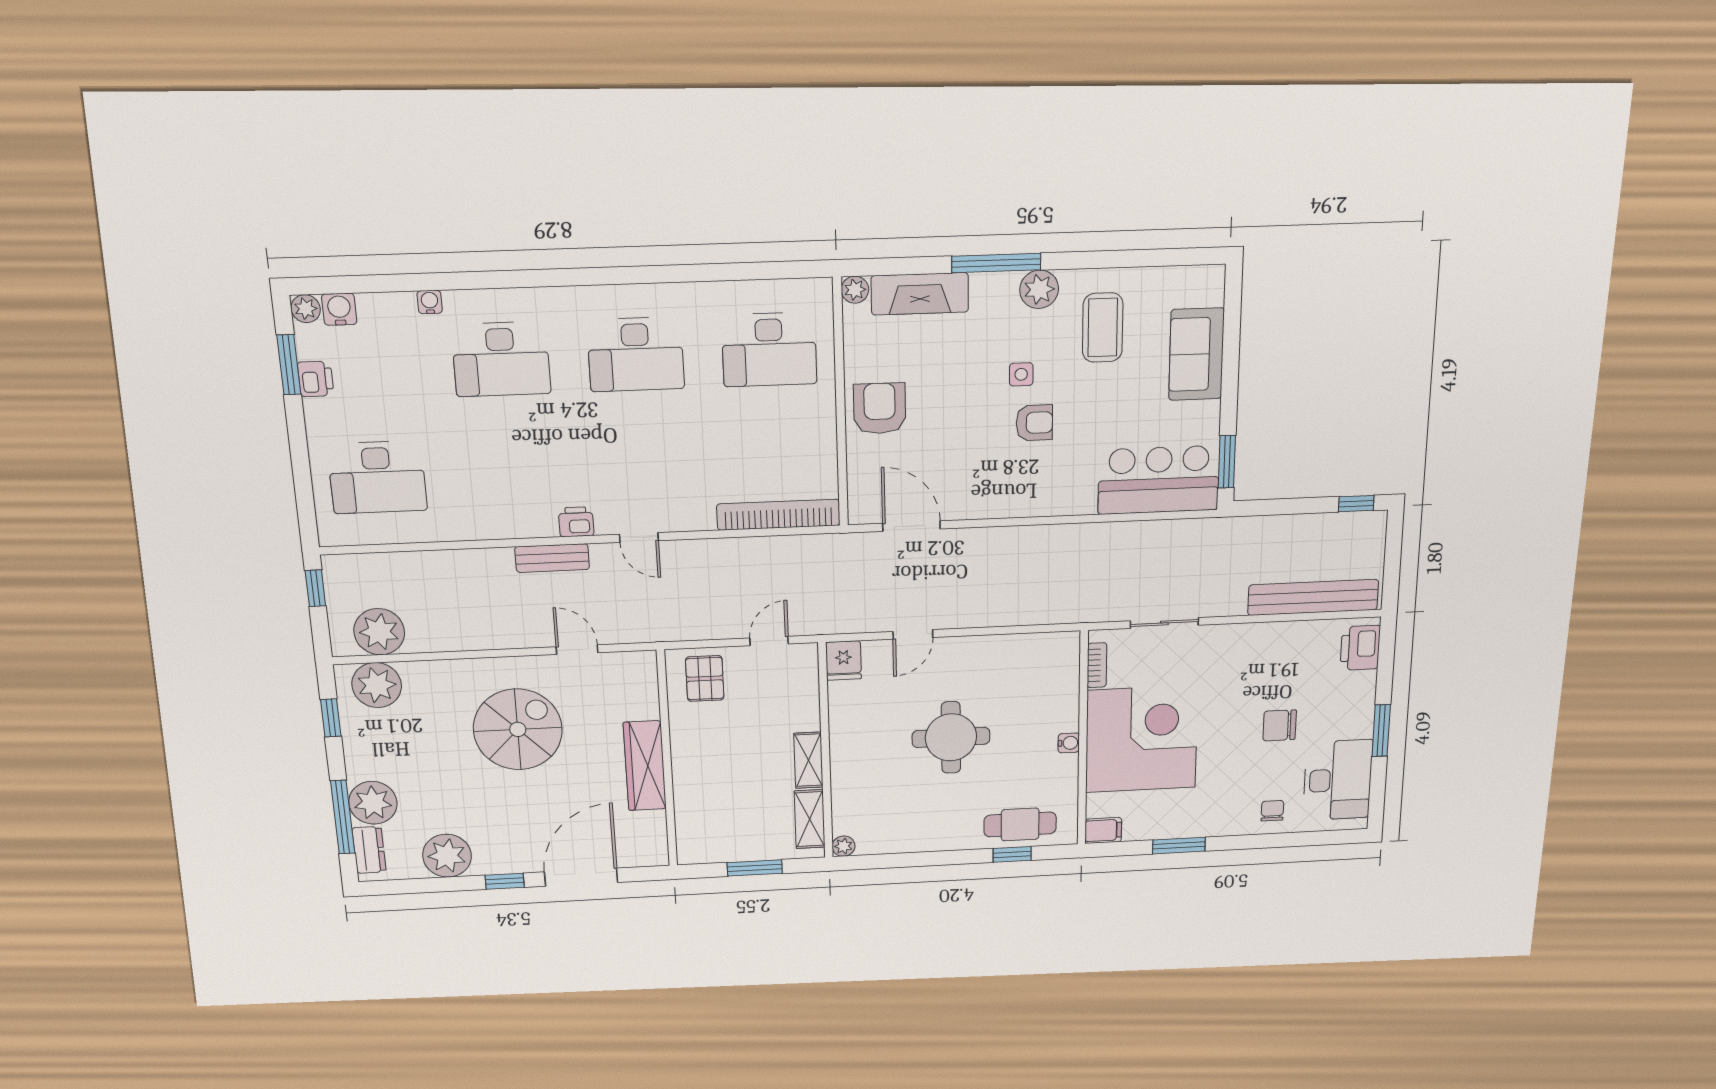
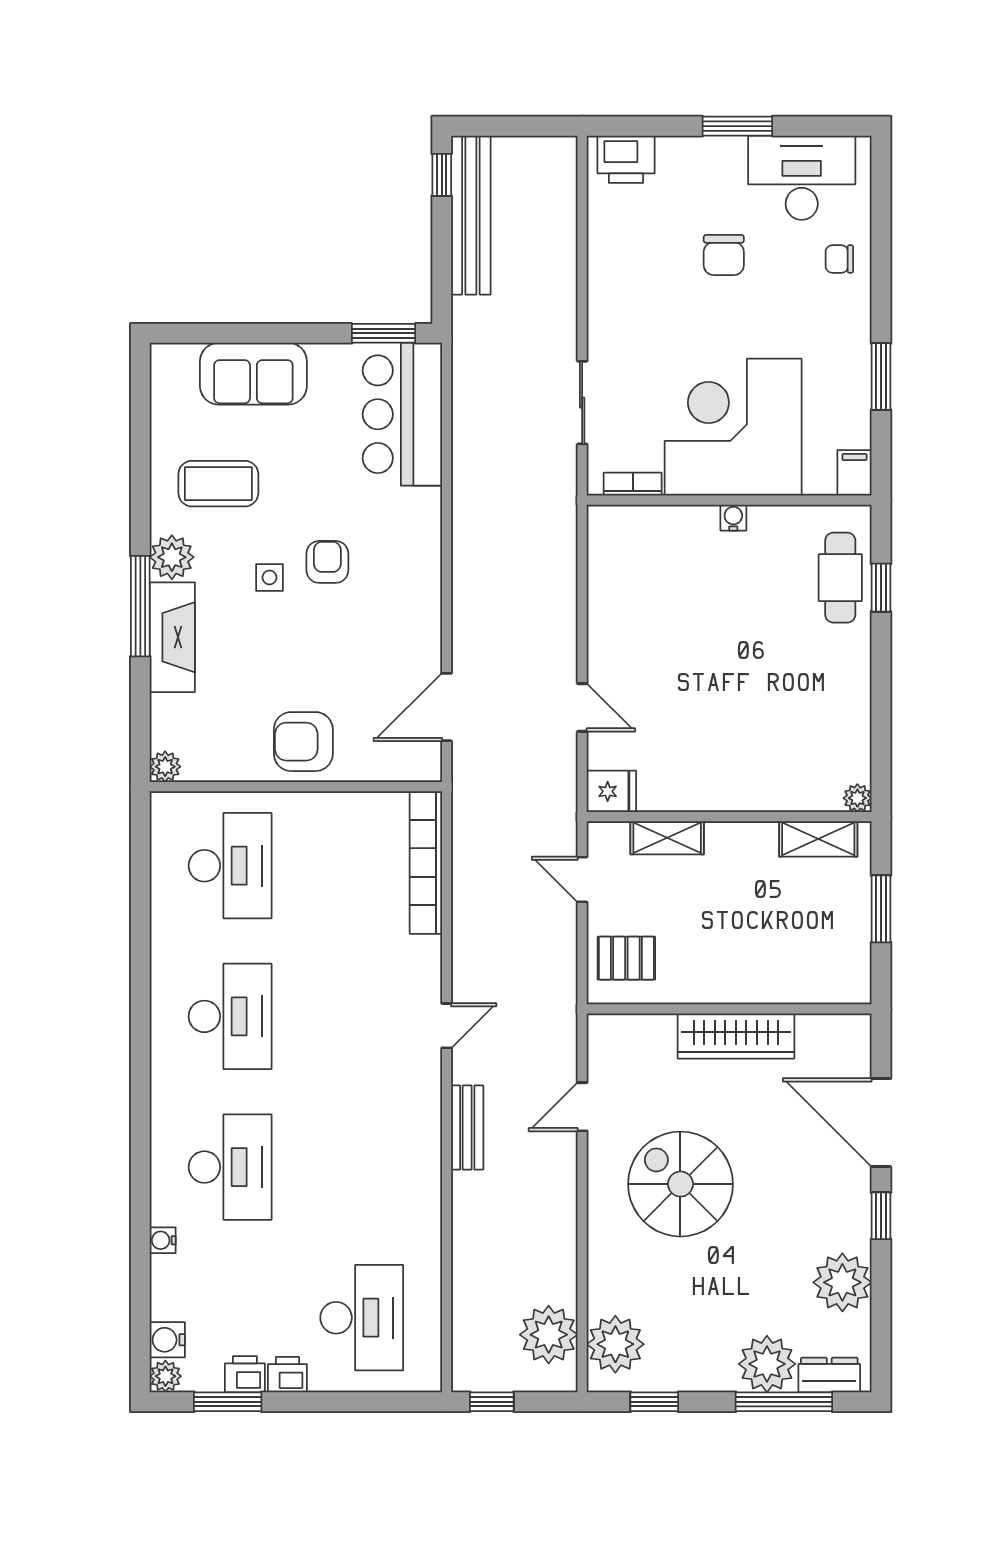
fireplace: (920, 294) -> (172, 637), moved
printer: (576, 522) -> (287, 1375), moved, turned 90
bench: (1313, 597) -> (471, 215), moved
round table: (951, 737) -> (718, 663), removed
shelving: (808, 760) -> (667, 838), moved

